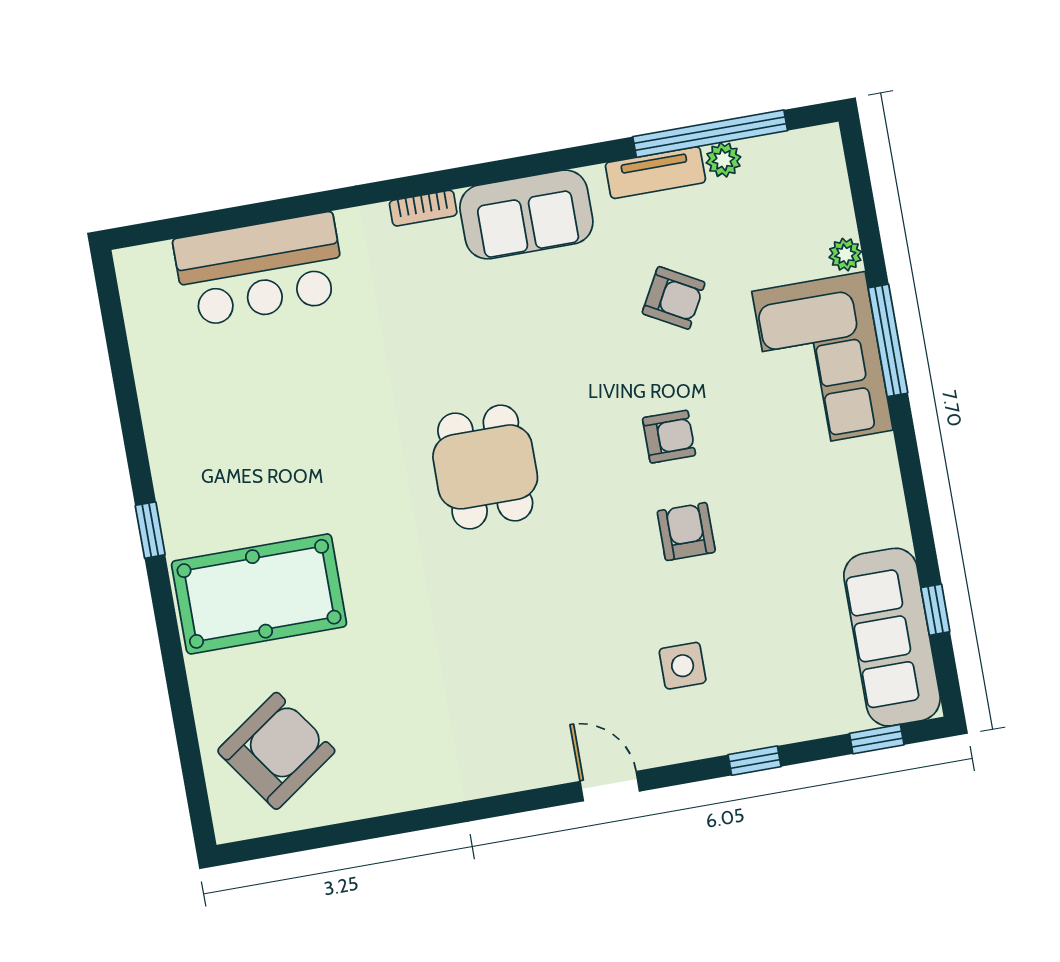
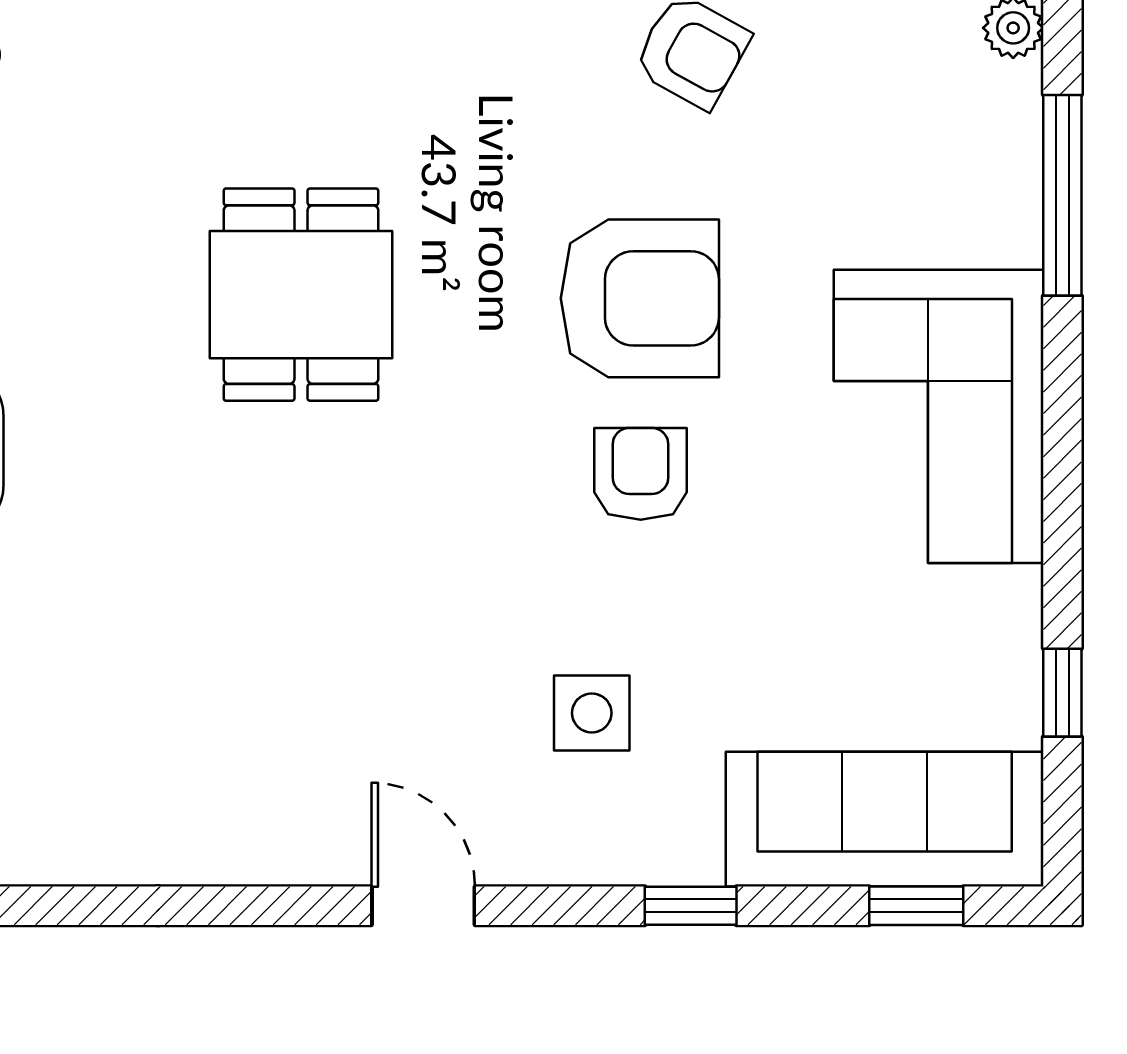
corner sofa: (822, 361) -> (939, 416), moved
armchair: (669, 437) -> (640, 298), width x1.88, depth x1.88
sofa: (892, 637) -> (885, 819), moved, turned 90

